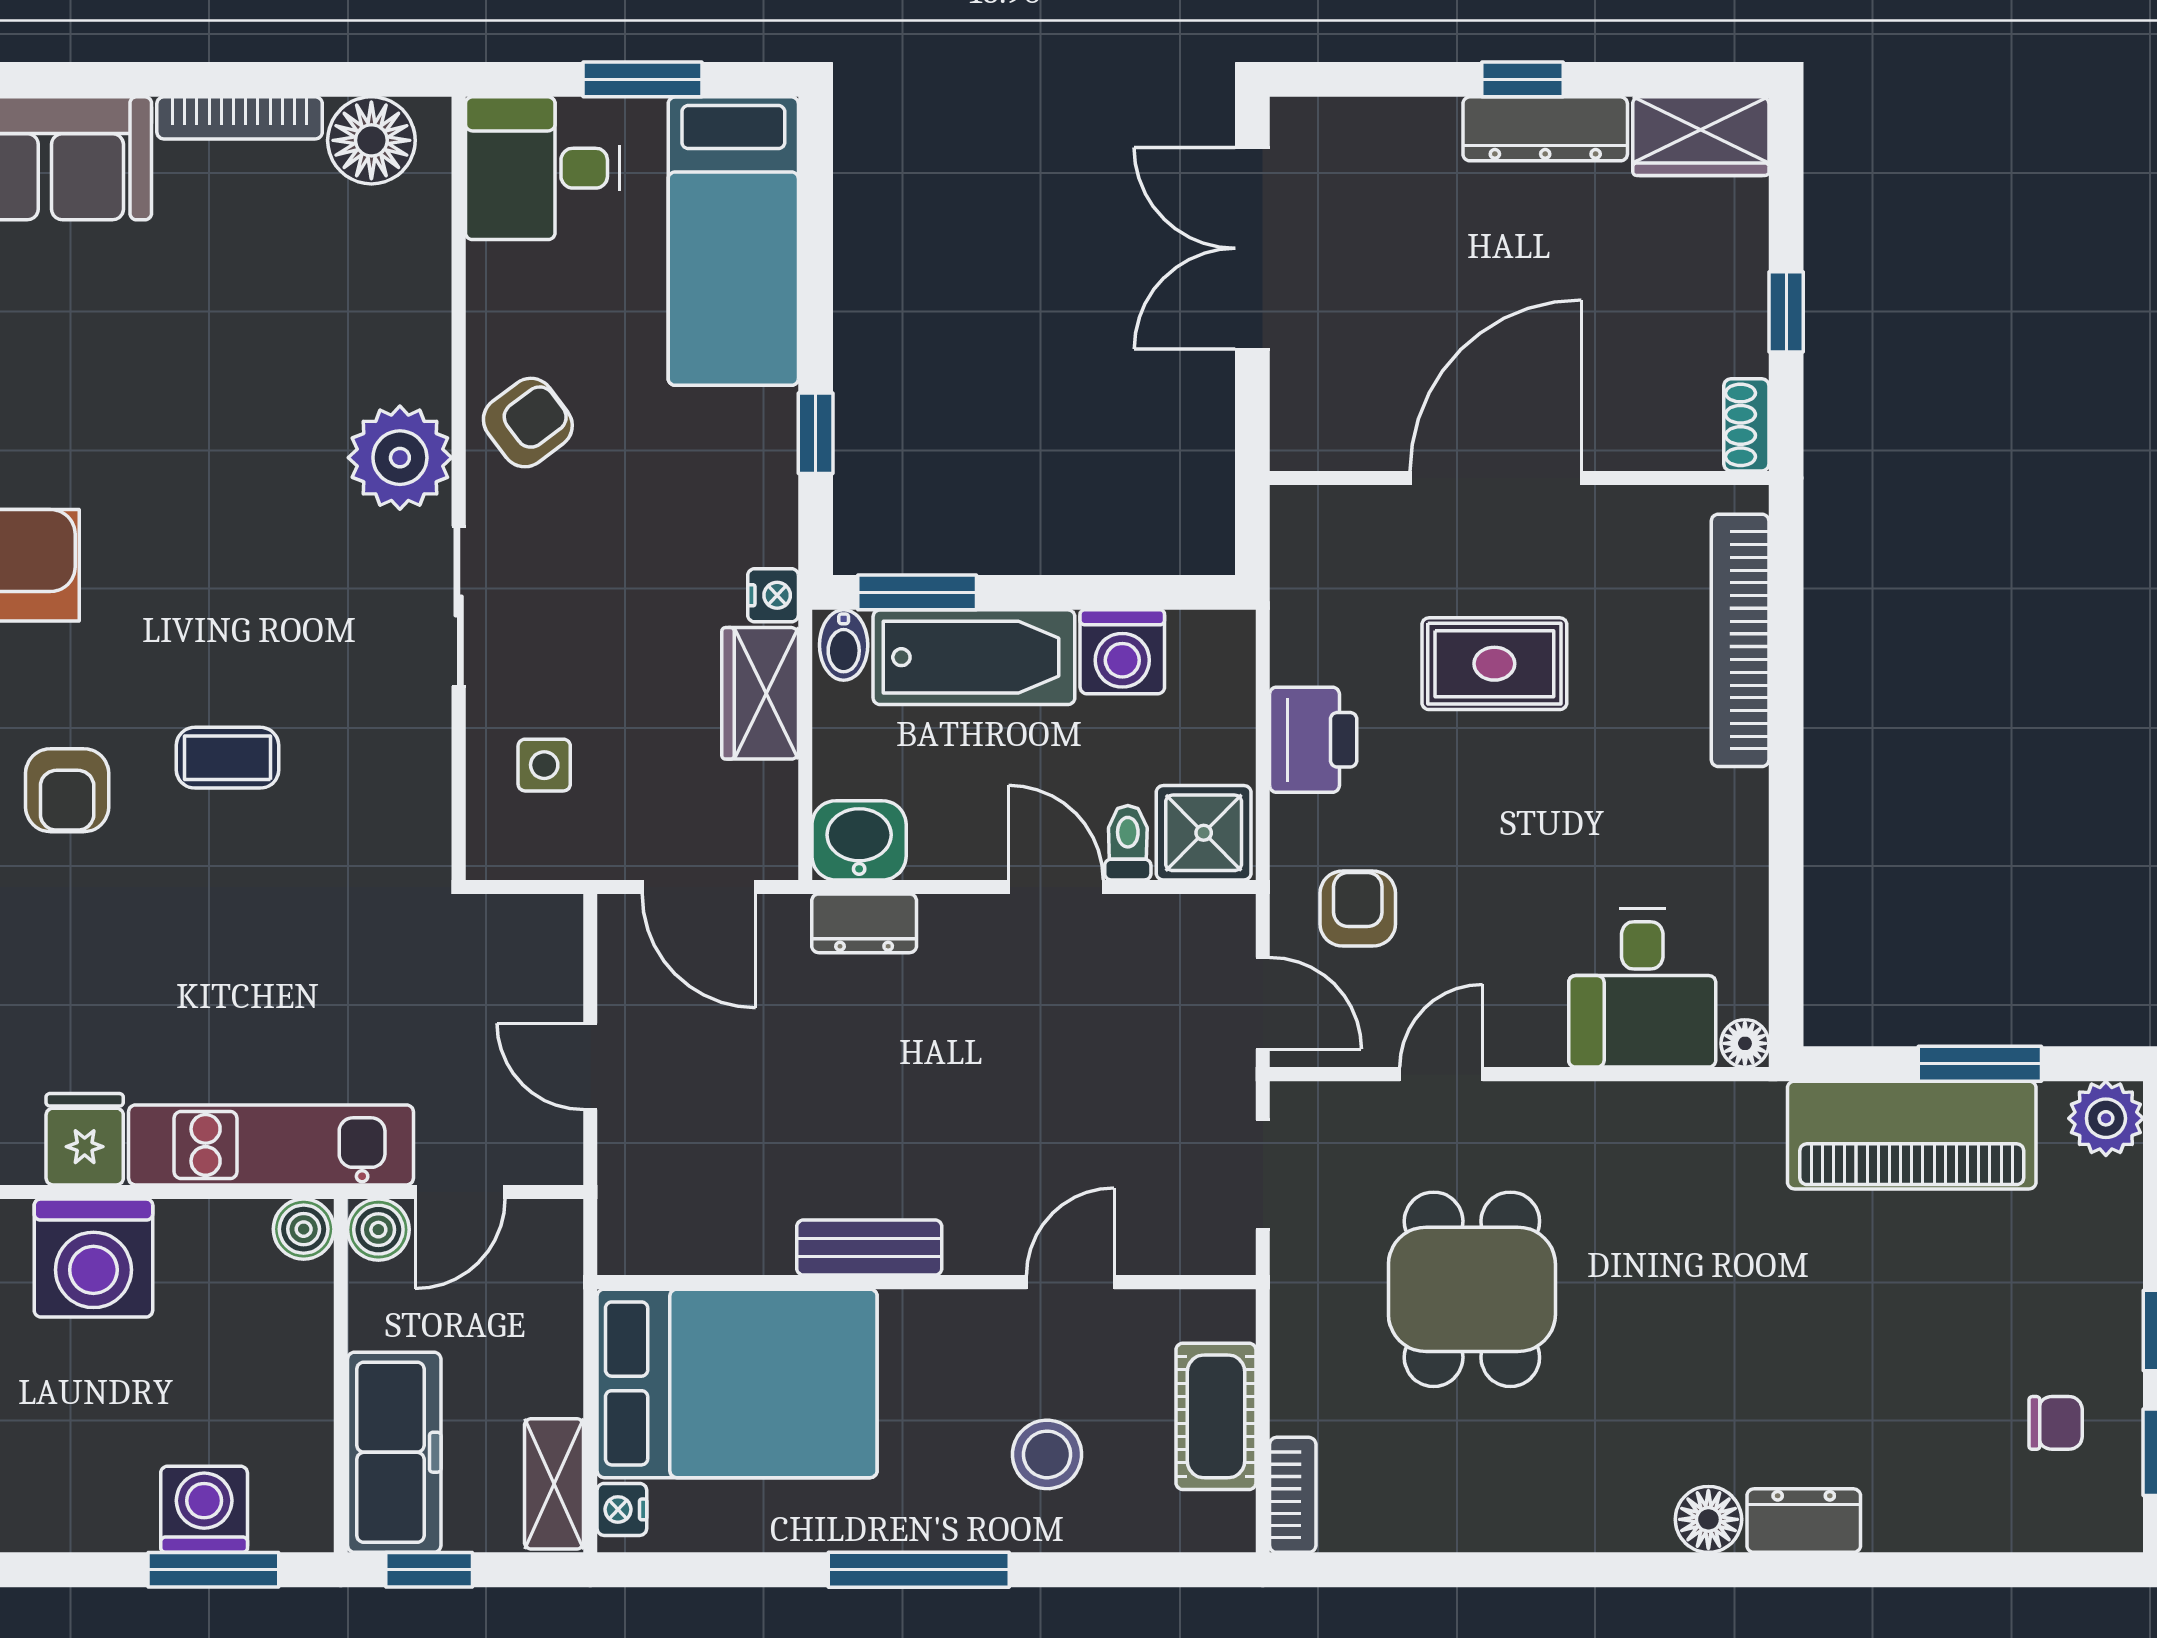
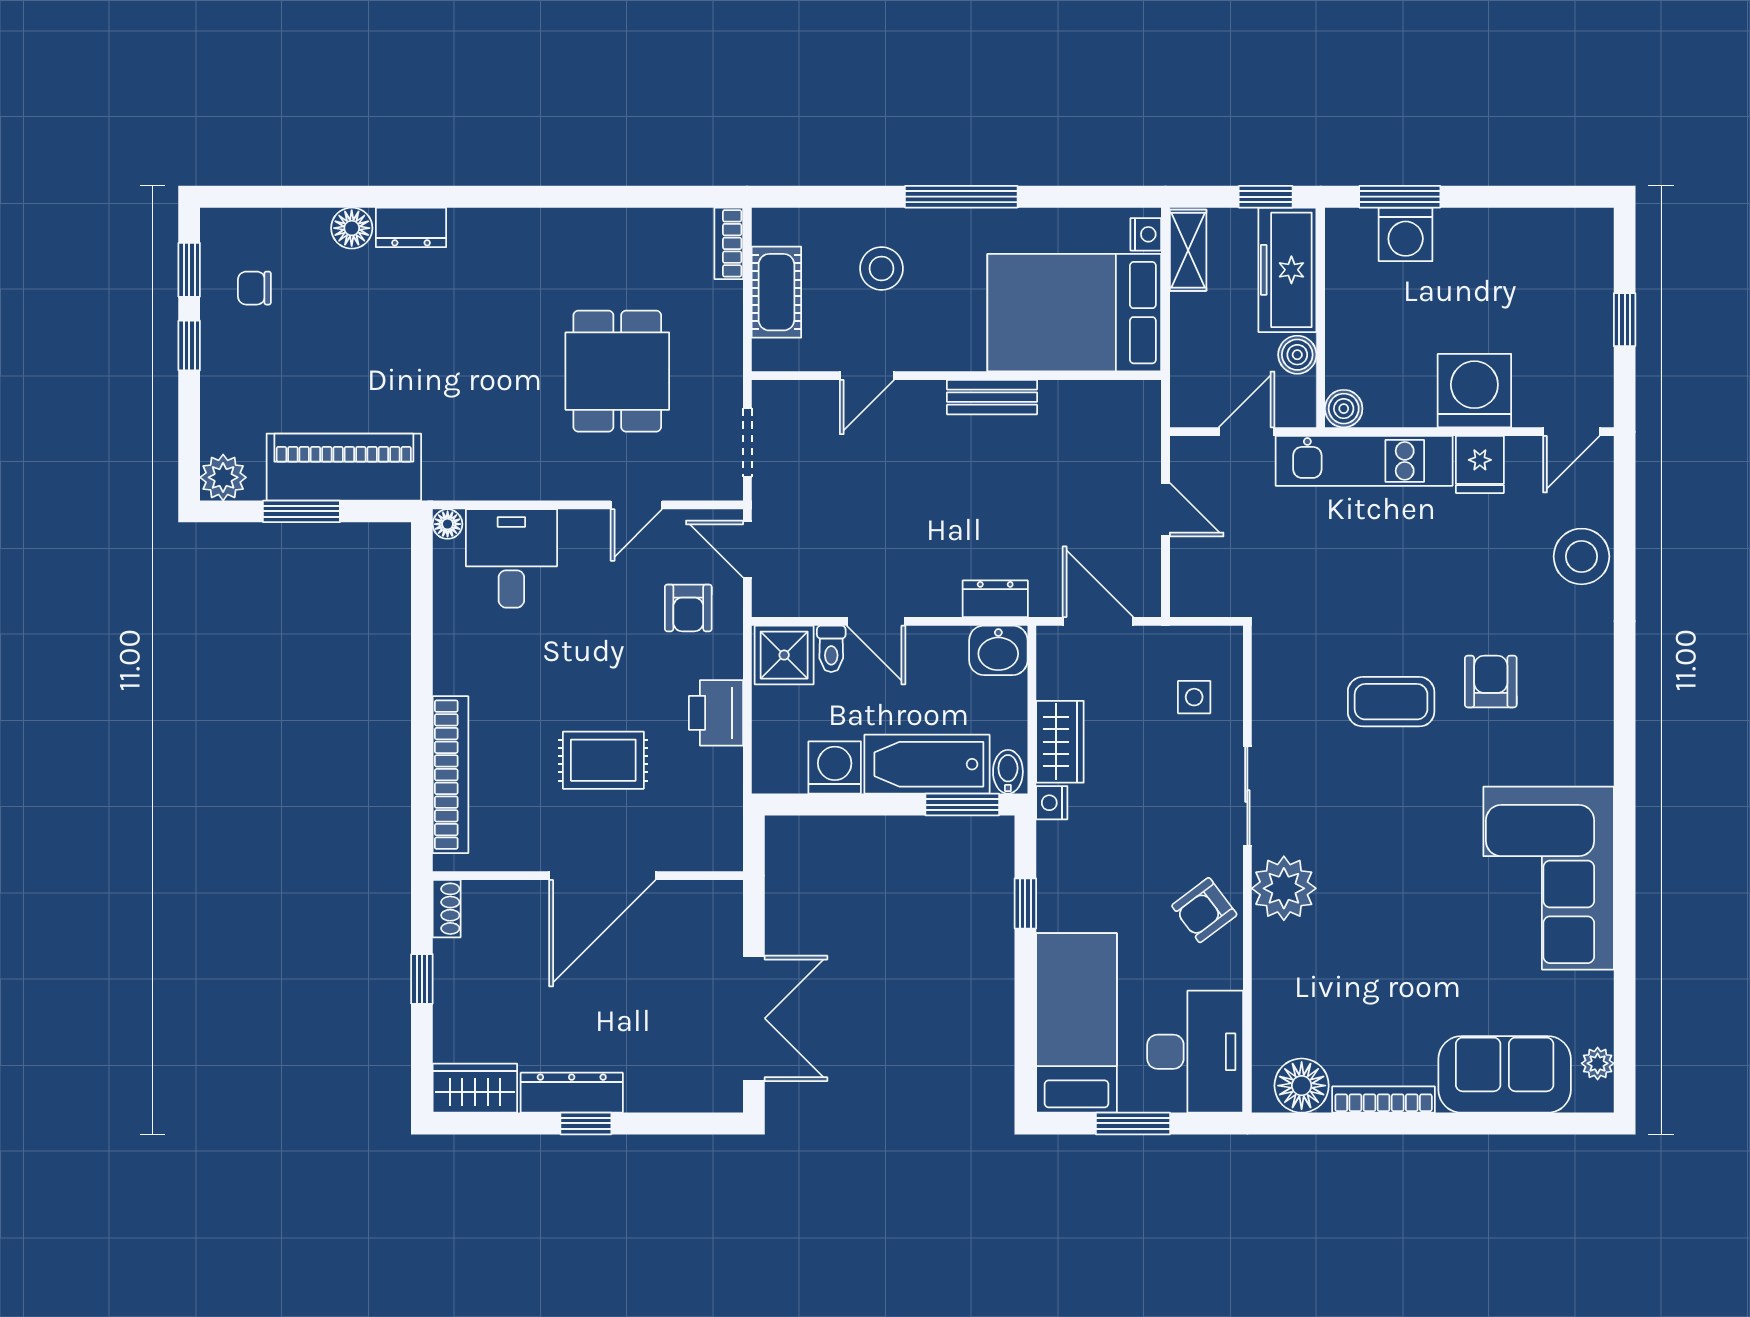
desk: (543, 168) -> (1195, 1052), width x1.37
coffee table: (228, 758) -> (1391, 702), width x1.36, depth x1.30
boiler: (378, 1230) -> (1297, 355), moved
floor lamp: (1708, 1519) -> (352, 228), moved

